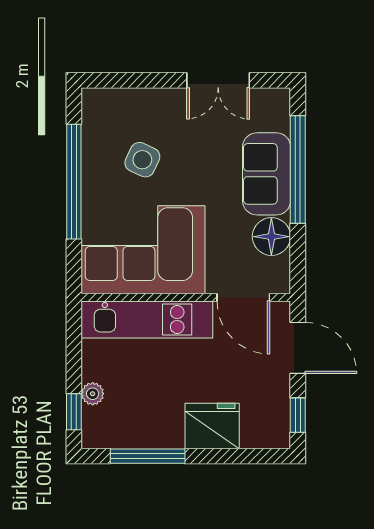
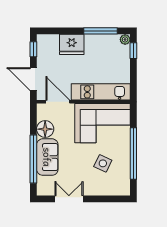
plant: (93, 394) -> (125, 39), moved

